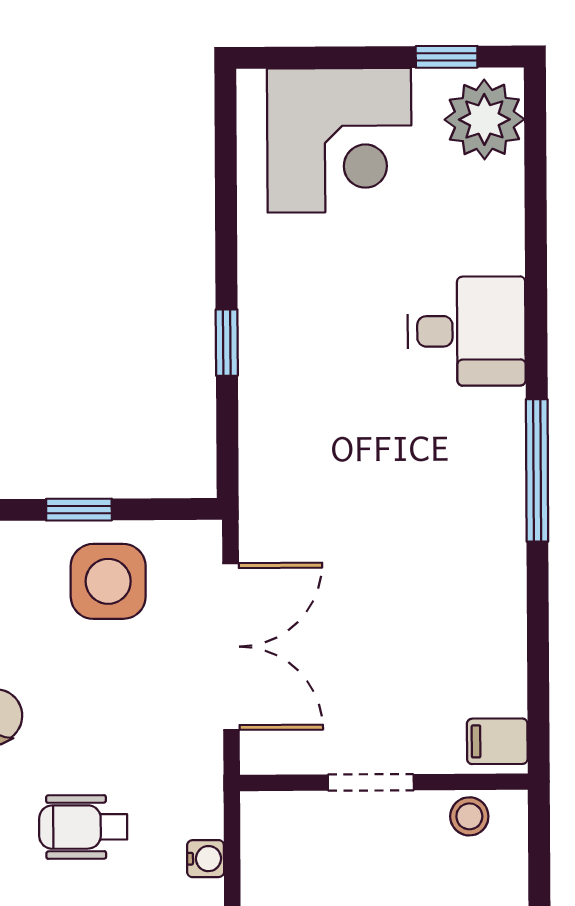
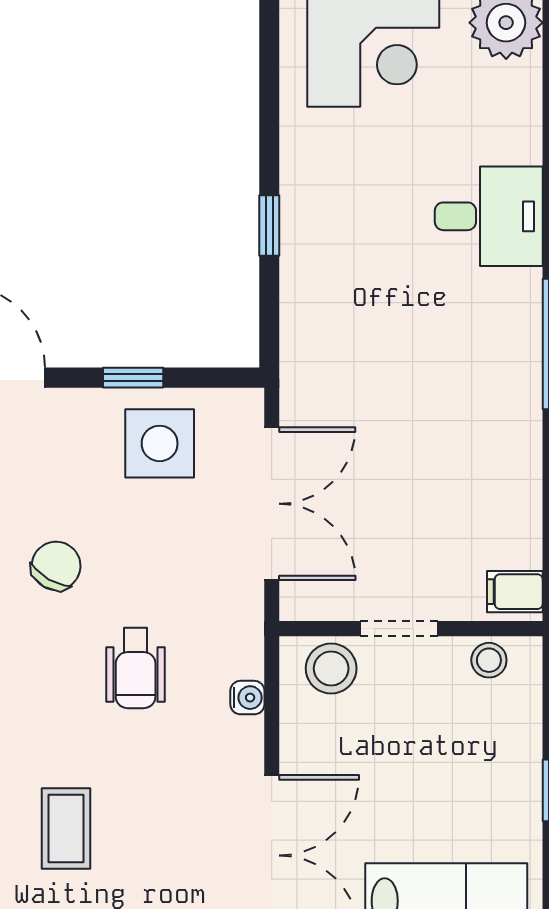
stool: (297, 826) -> (331, 668), added
wheelchair: (83, 827) -> (136, 668), turned -90

